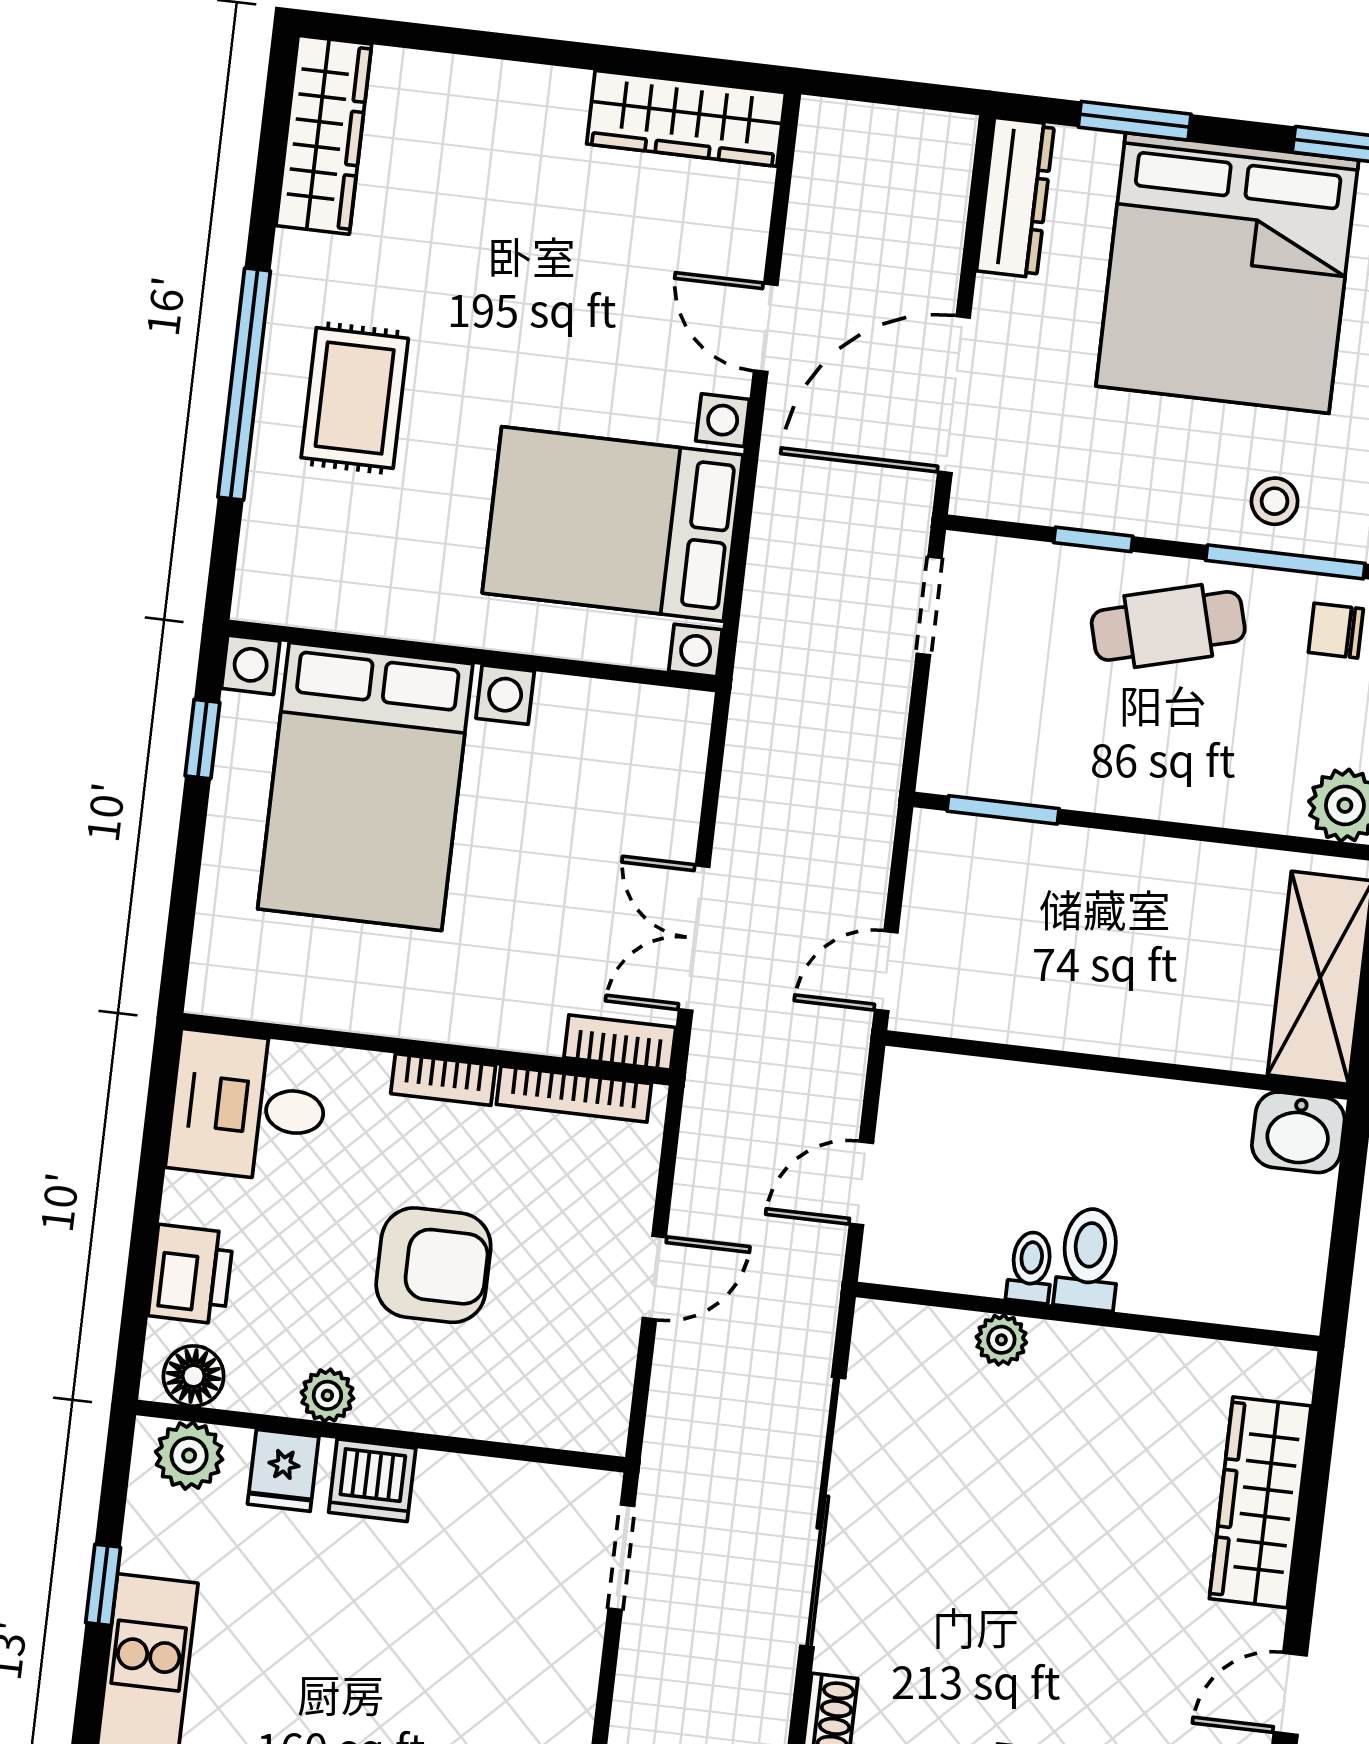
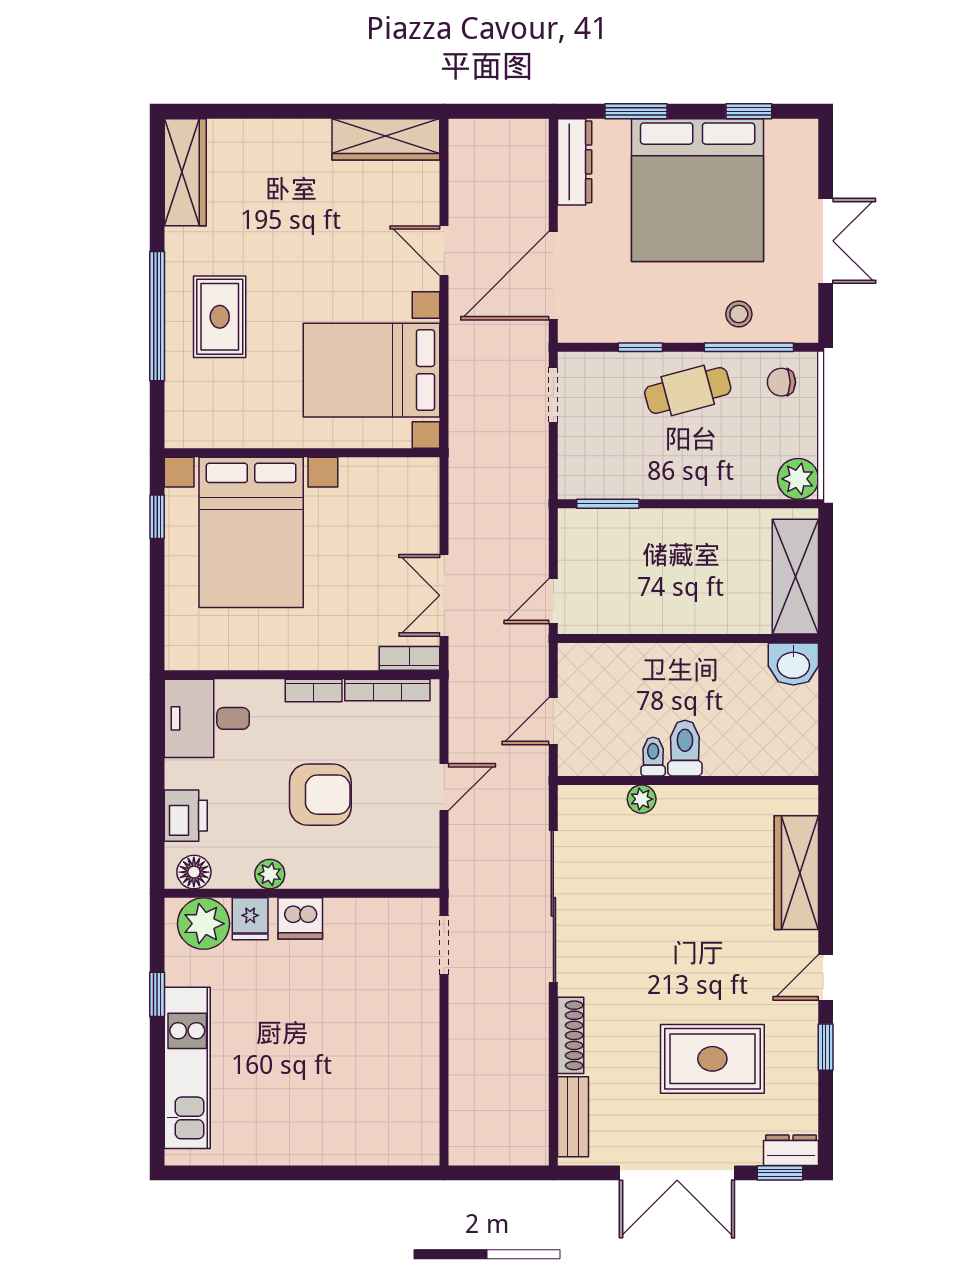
plant: (189, 1456) -> (204, 924), width x1.36, depth x1.36

